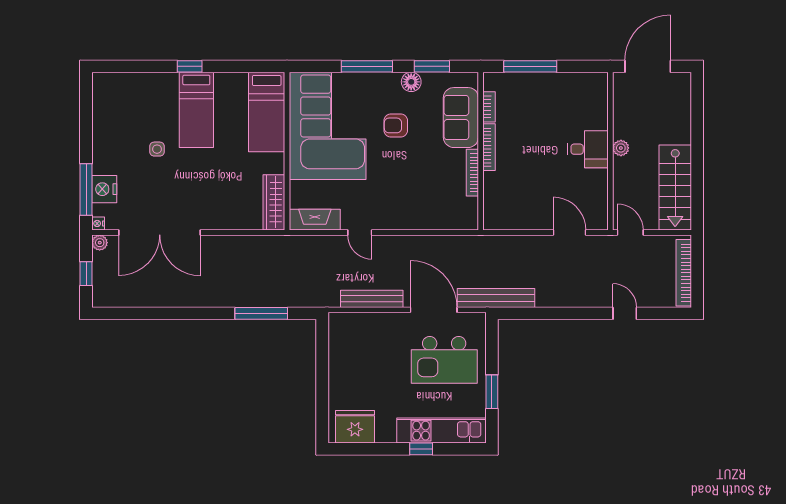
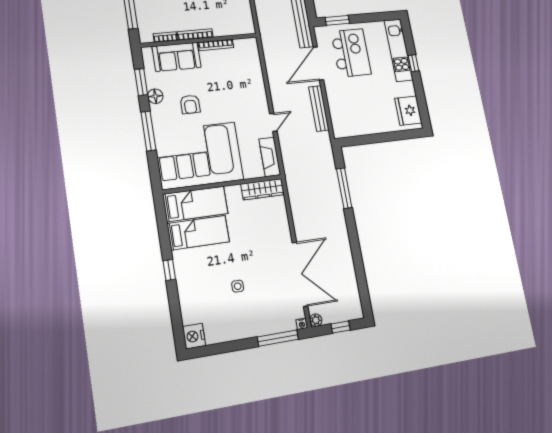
bed: (196, 110) -> (198, 233), moved
nightstand: (104, 189) -> (194, 336), moved, turned 90
window: (492, 392) -> (337, 20), moved

